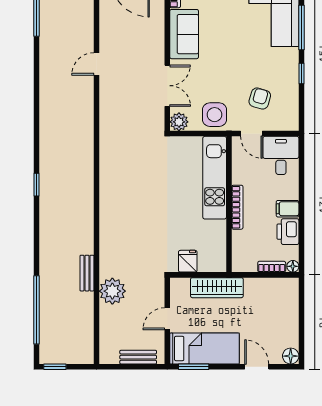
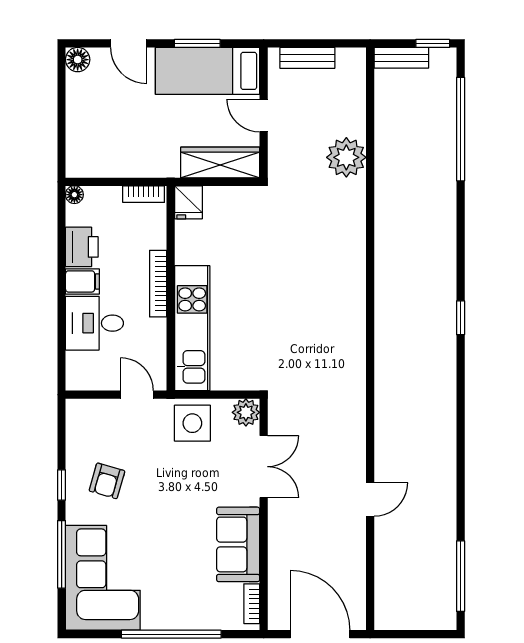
double door: (167, 86) -> (264, 467), swing flipped
armchair: (260, 99) -> (107, 481), moved
desk: (281, 155) -> (94, 323), moved, turned 90
fridge: (188, 261) -> (188, 202), moved
bookcase: (272, 267) -> (144, 194), moved
bench: (87, 273) -> (401, 58), moved, turned 90
wardrobe: (217, 288) -> (220, 162), moved
door: (167, 319) -> (264, 116), swing flipped
window: (194, 367) -> (197, 43), moved

